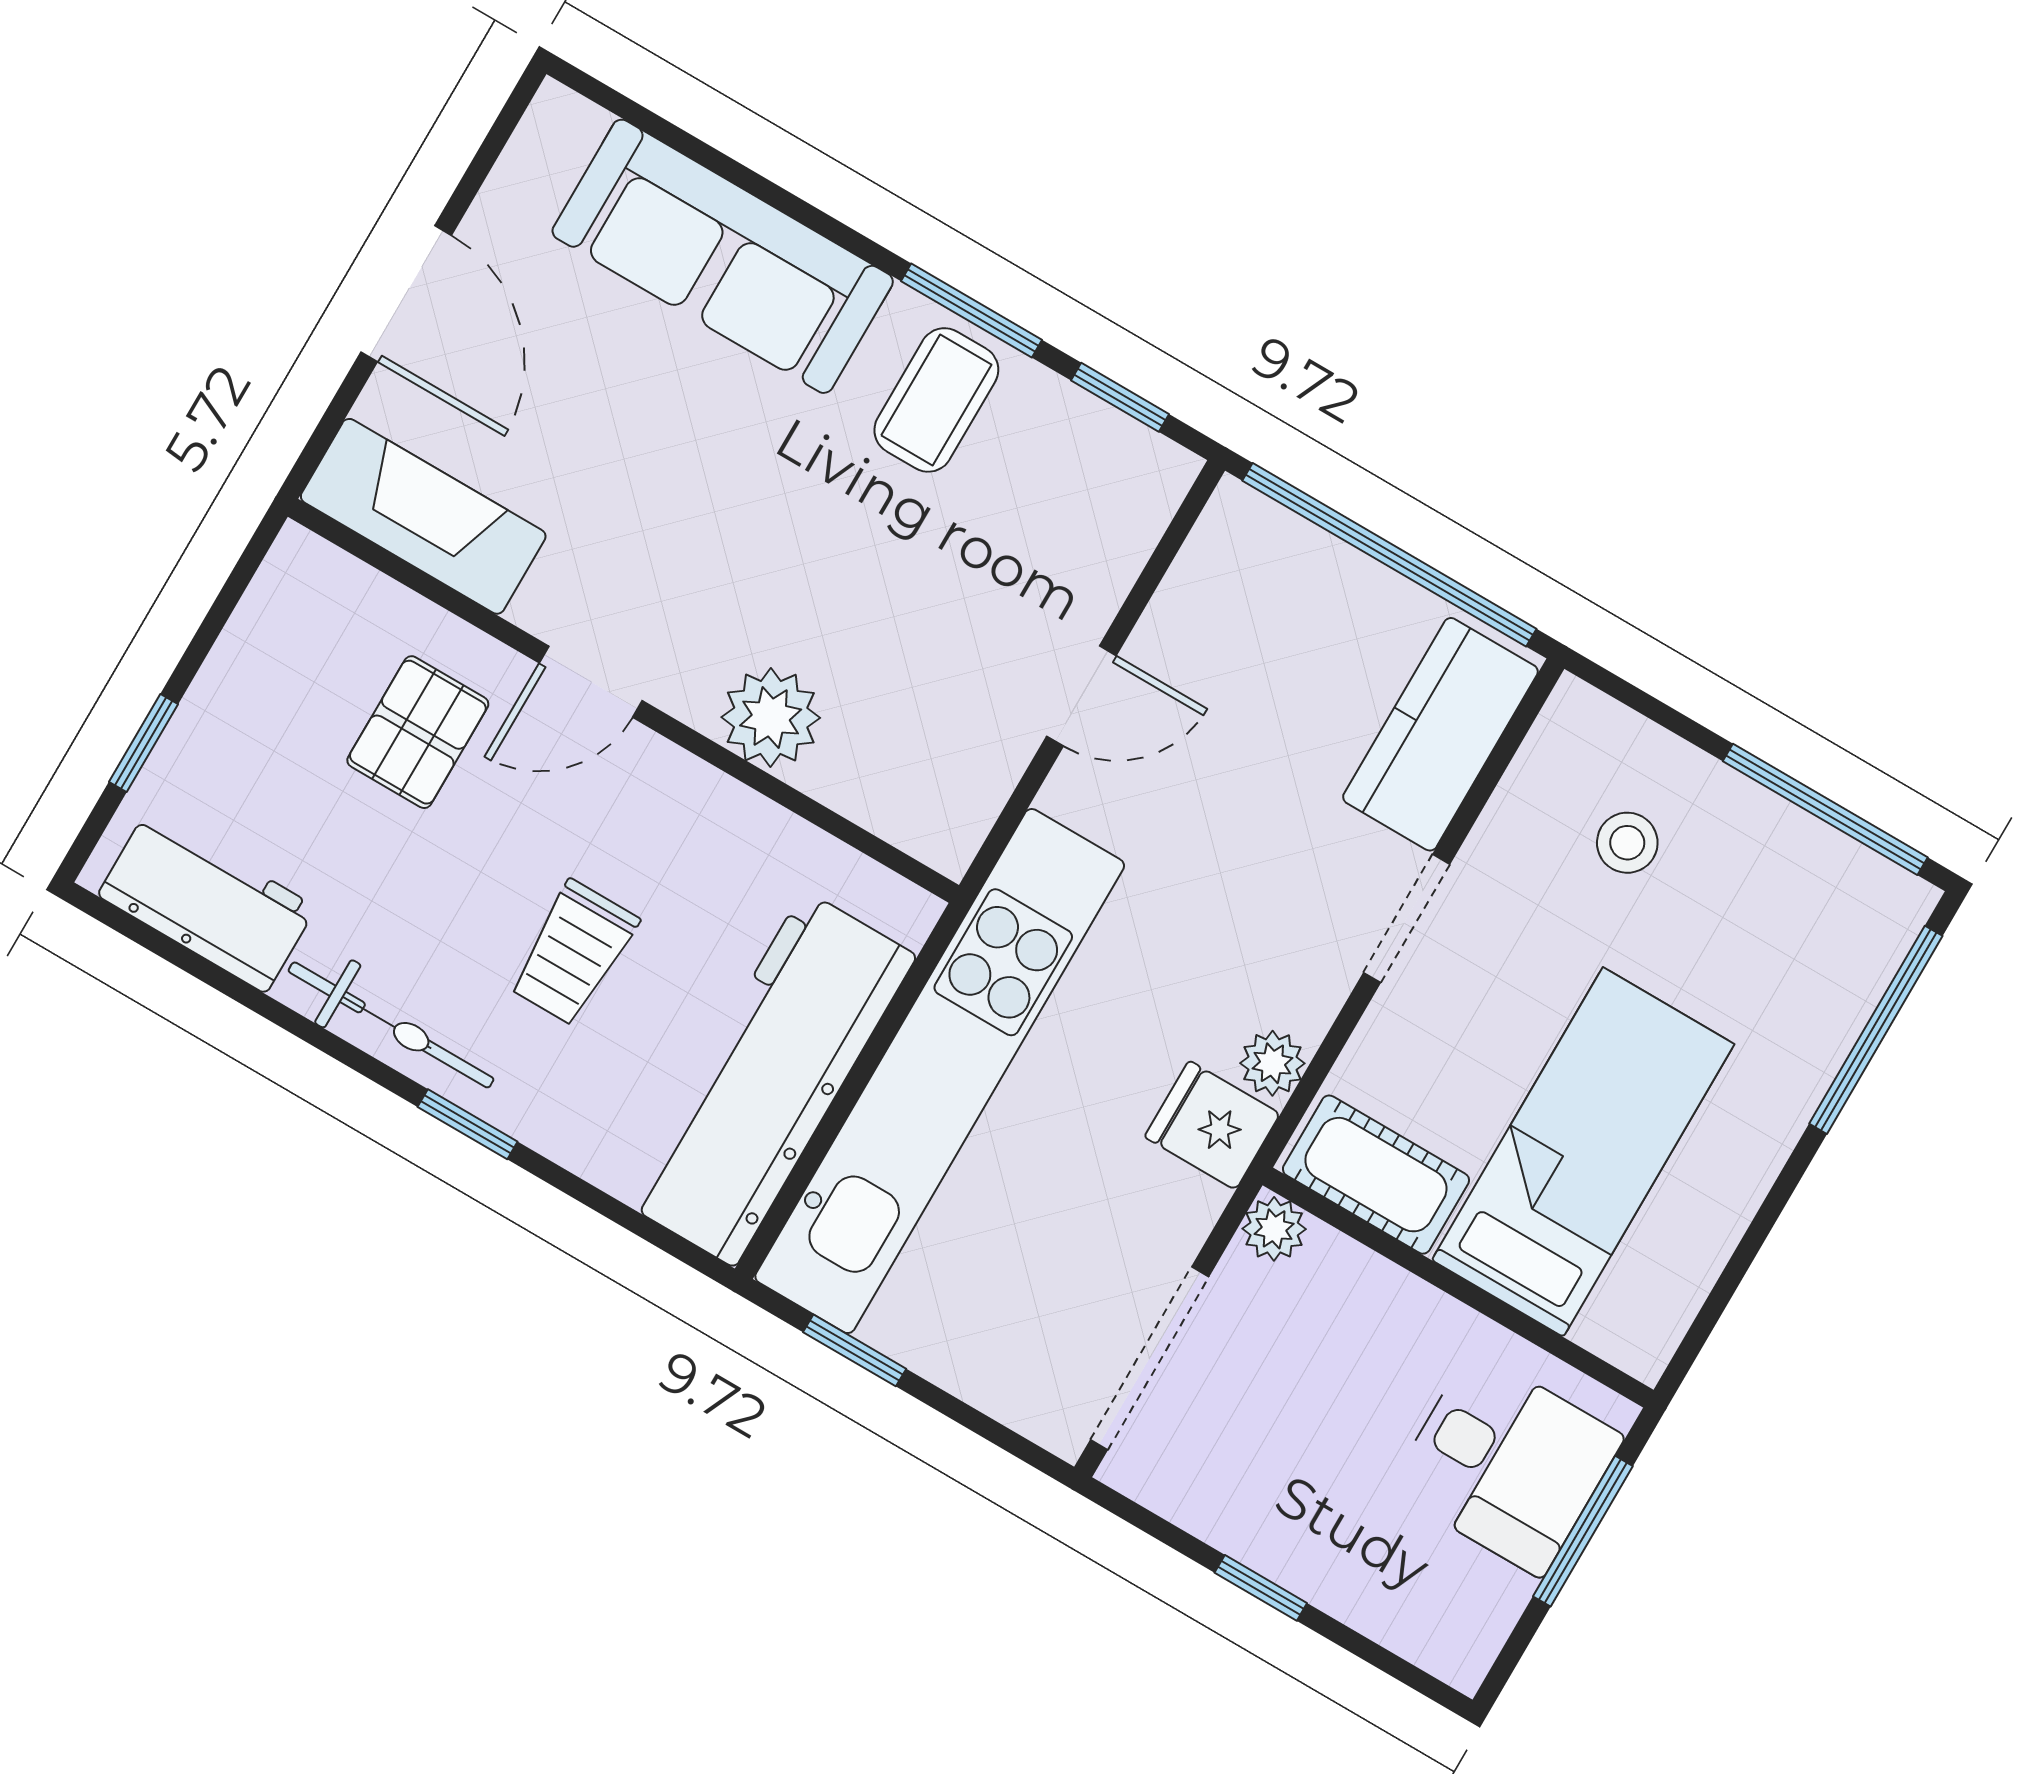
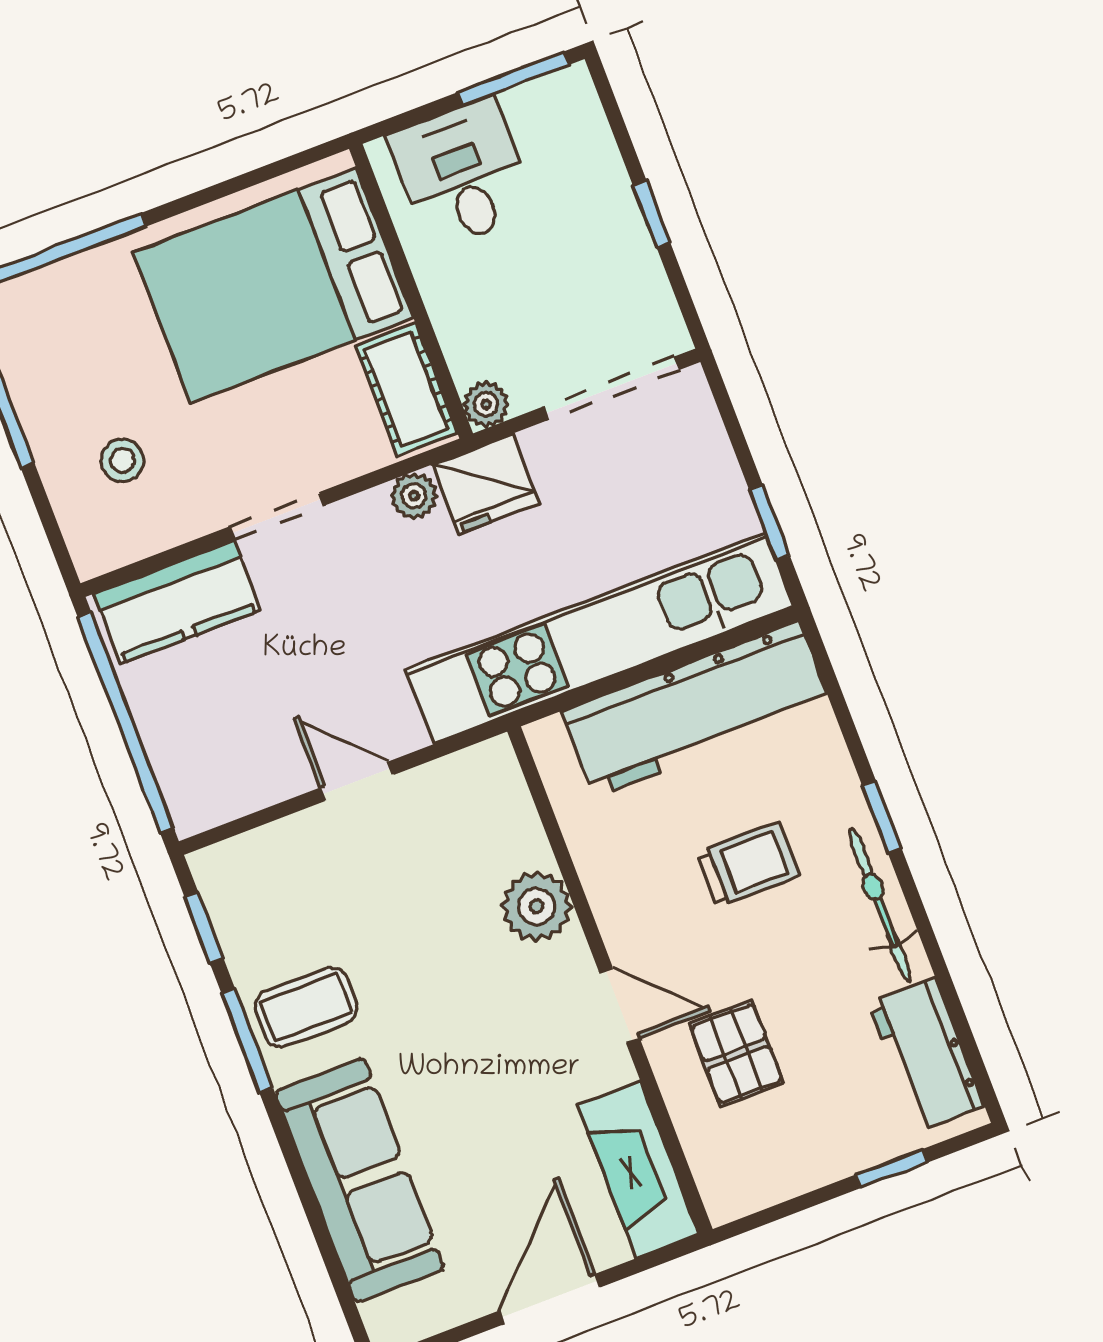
pallet: (418, 732) -> (736, 1054), turned 90
fridge: (1212, 1125) -> (486, 484), width x1.38
bed: (1583, 1152) -> (273, 285), width x1.50
window: (1583, 1531) -> (513, 79), moved

